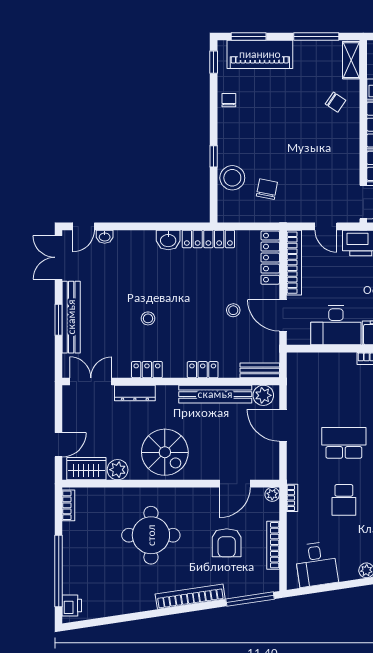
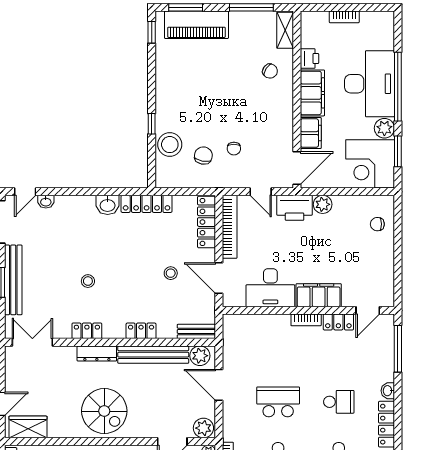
chair: (229, 100) -> (234, 149), moved, turned 180
dresser: (135, 393) -> (97, 354), moved
plant: (118, 470) -> (203, 428), moved

